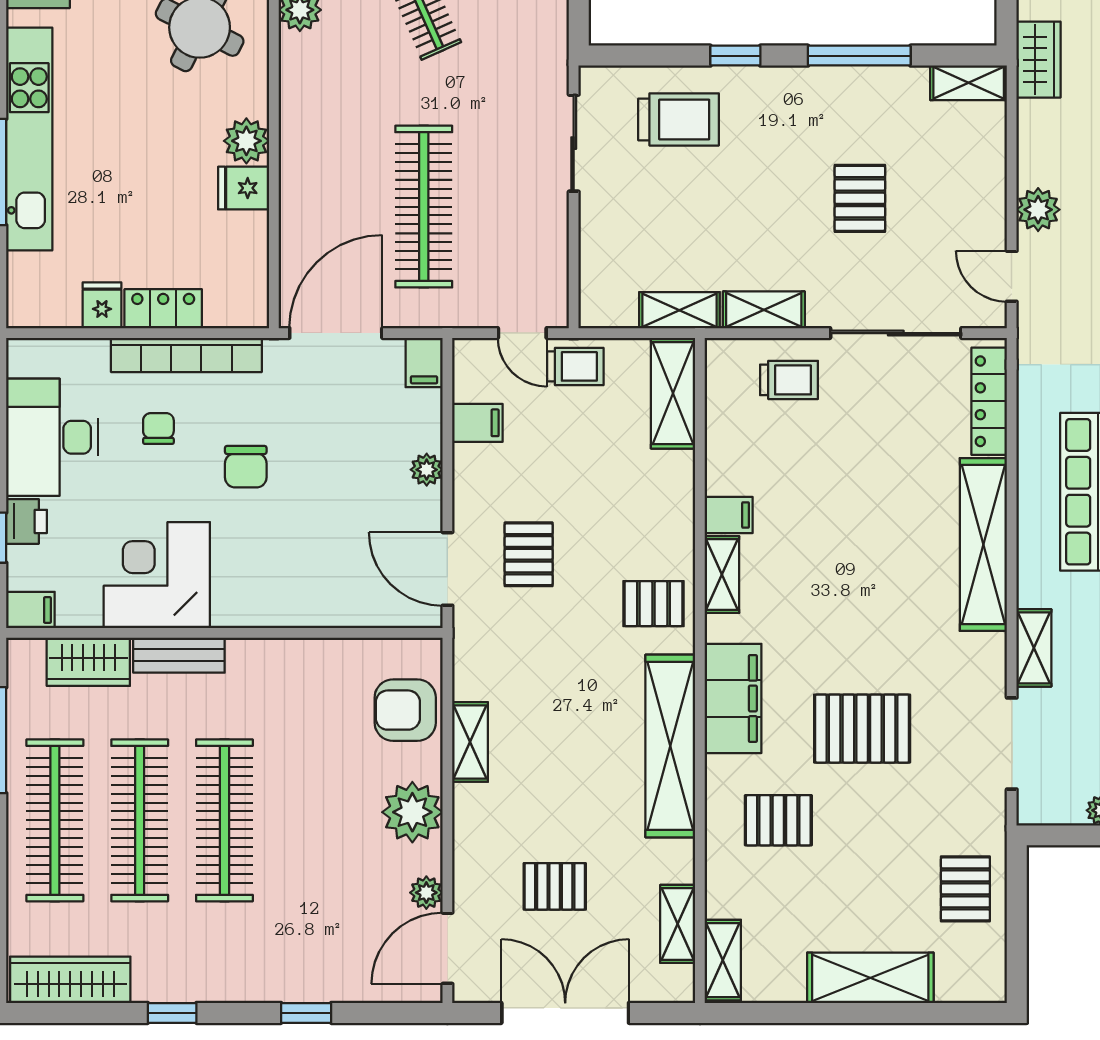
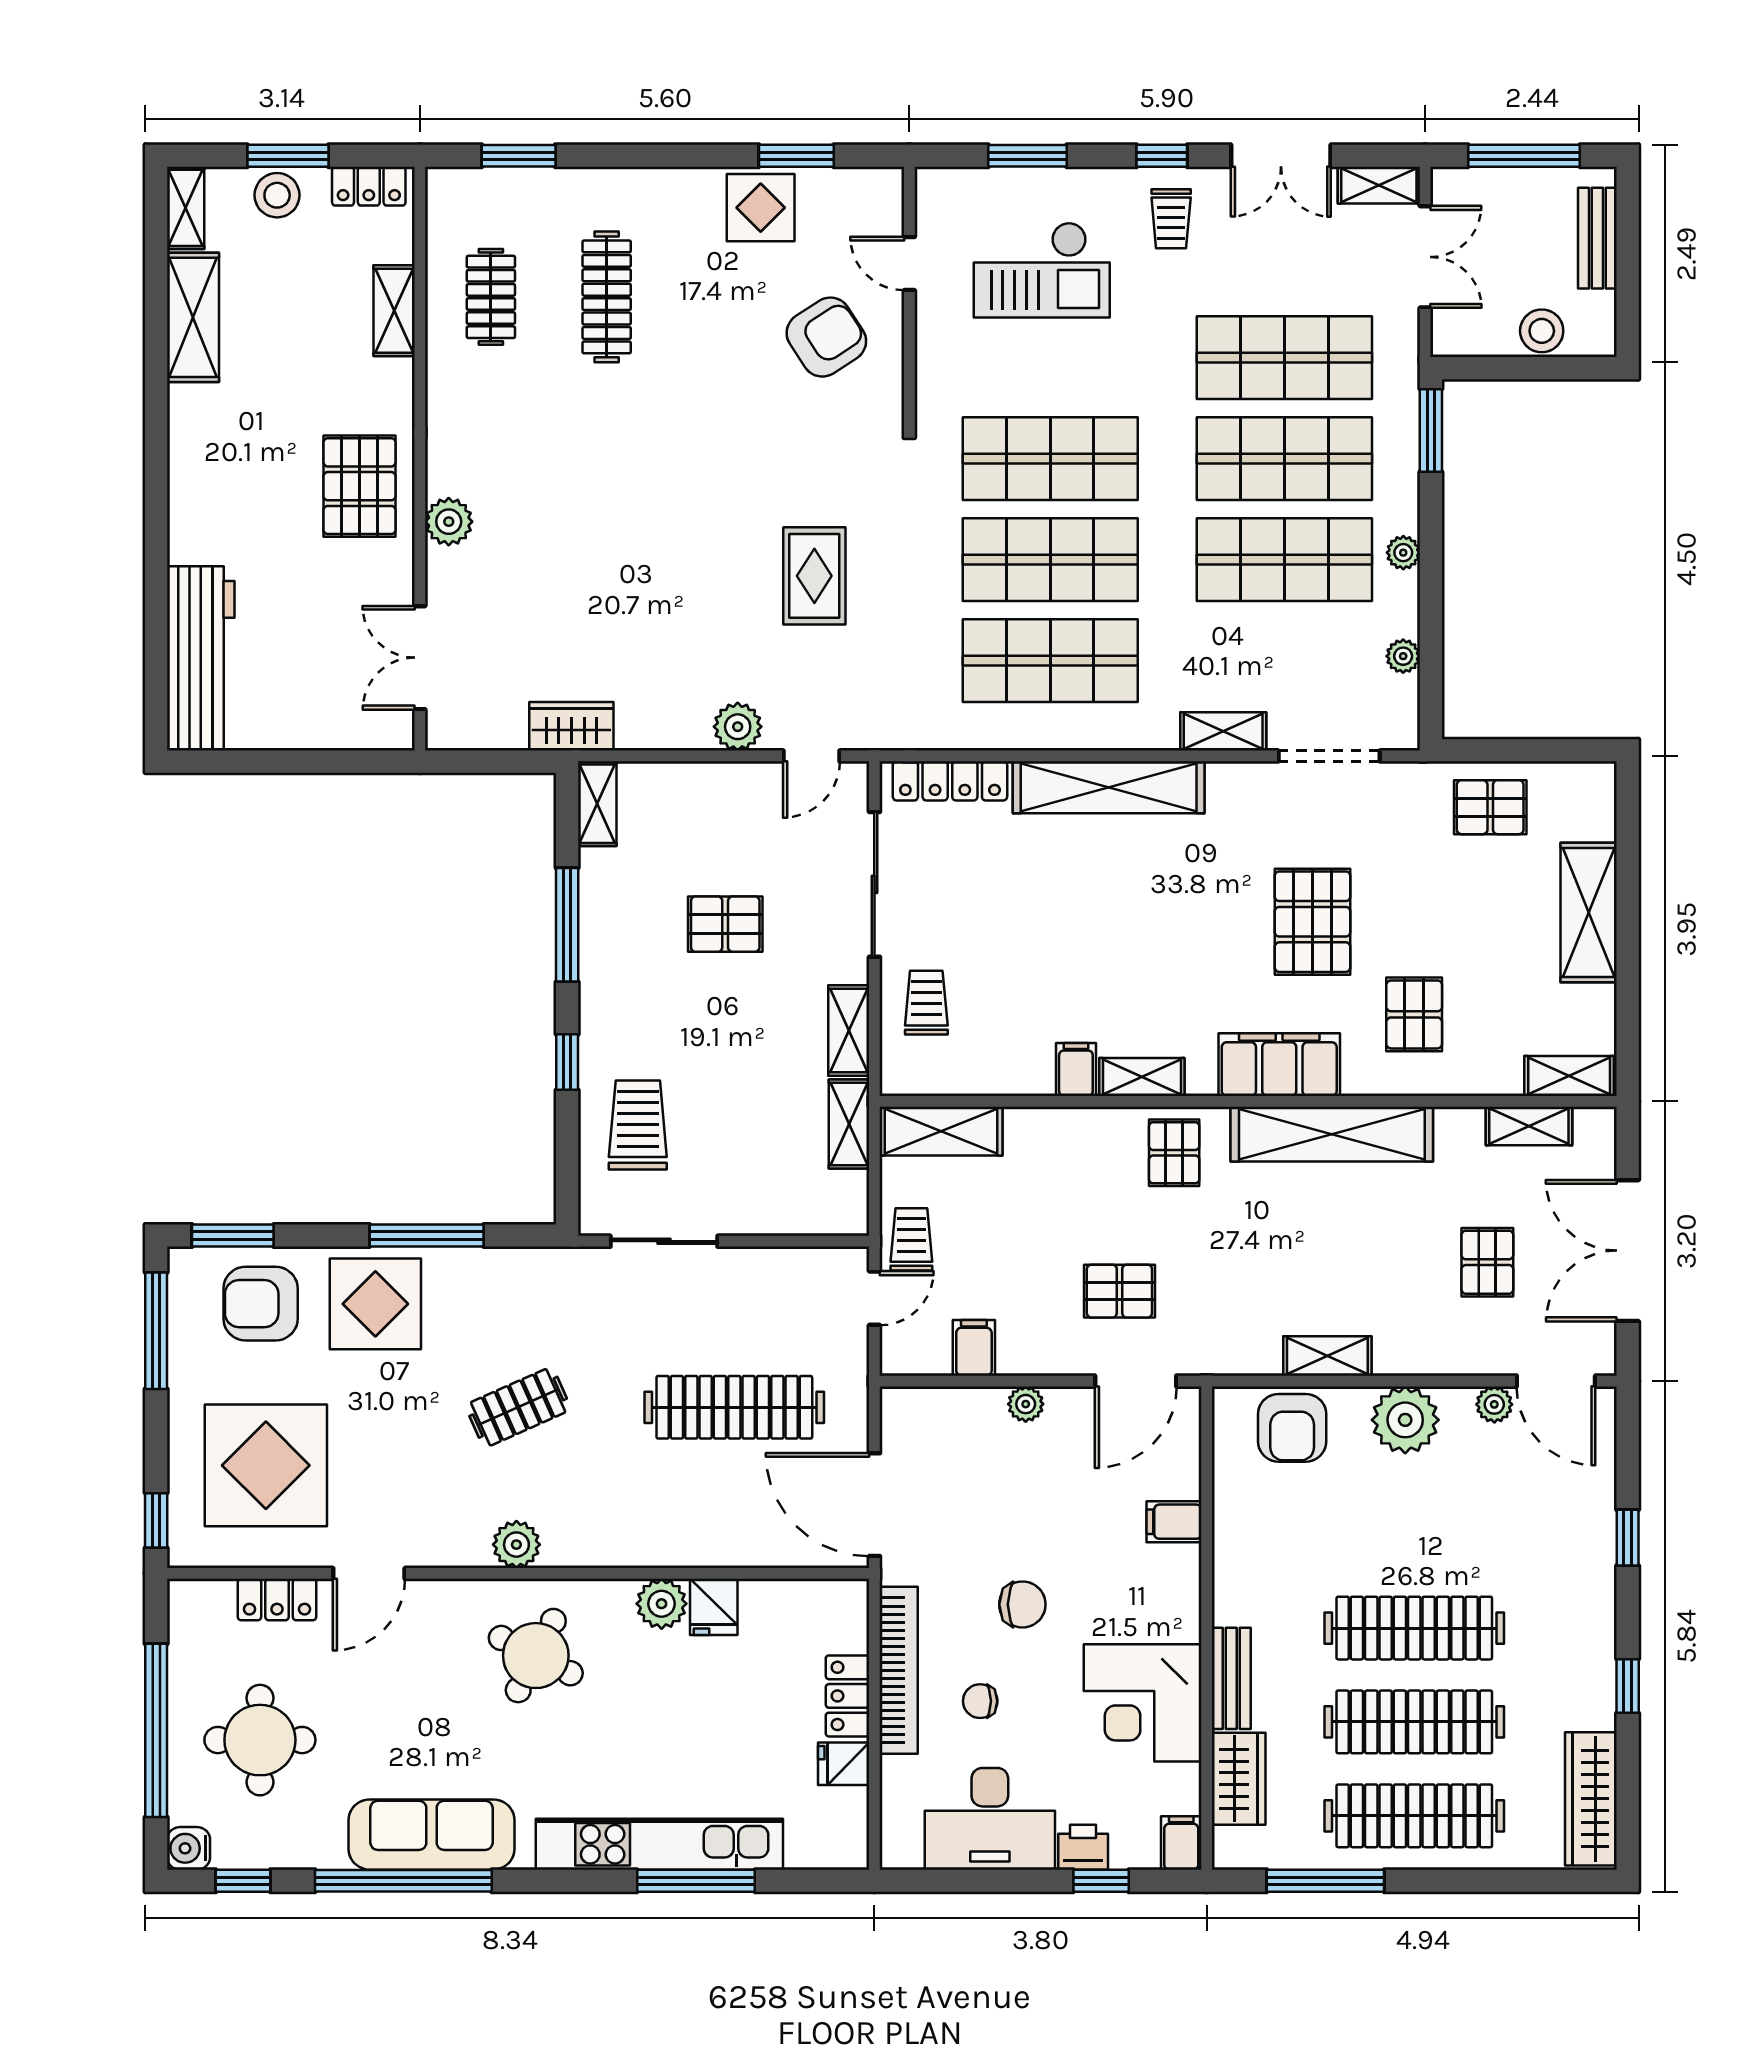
filing cabinet: (424, 362) -> (1174, 1522), moved, turned 180

